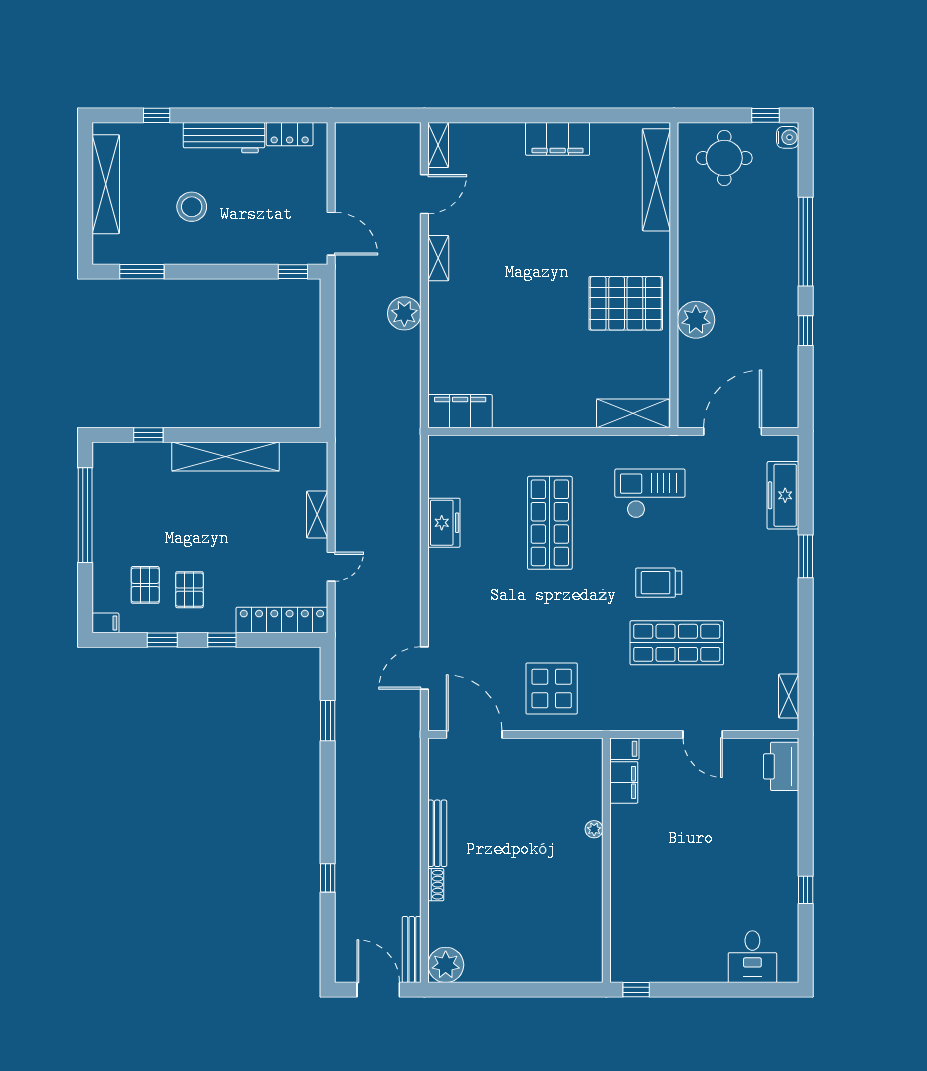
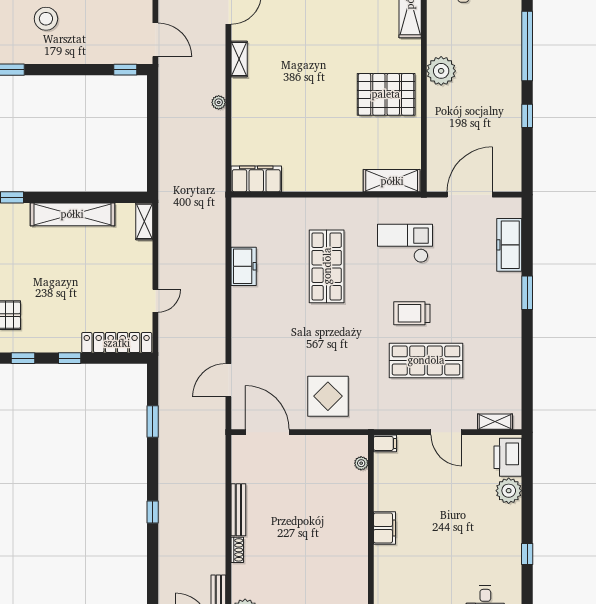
plant: (404, 313) -> (219, 102), width x0.53, depth x0.53
plant: (696, 320) -> (441, 71), moved
shelving: (317, 515) -> (144, 221), moved
pallet: (189, 590) -> (44, 319), removed
shelving: (789, 696) -> (495, 422), moved, turned 90
filing cabinet: (624, 782) -> (385, 528), moved
plant: (782, 809) -> (509, 491), added
plant: (594, 829) -> (361, 463), moved
window: (328, 878) -> (153, 512), moved

